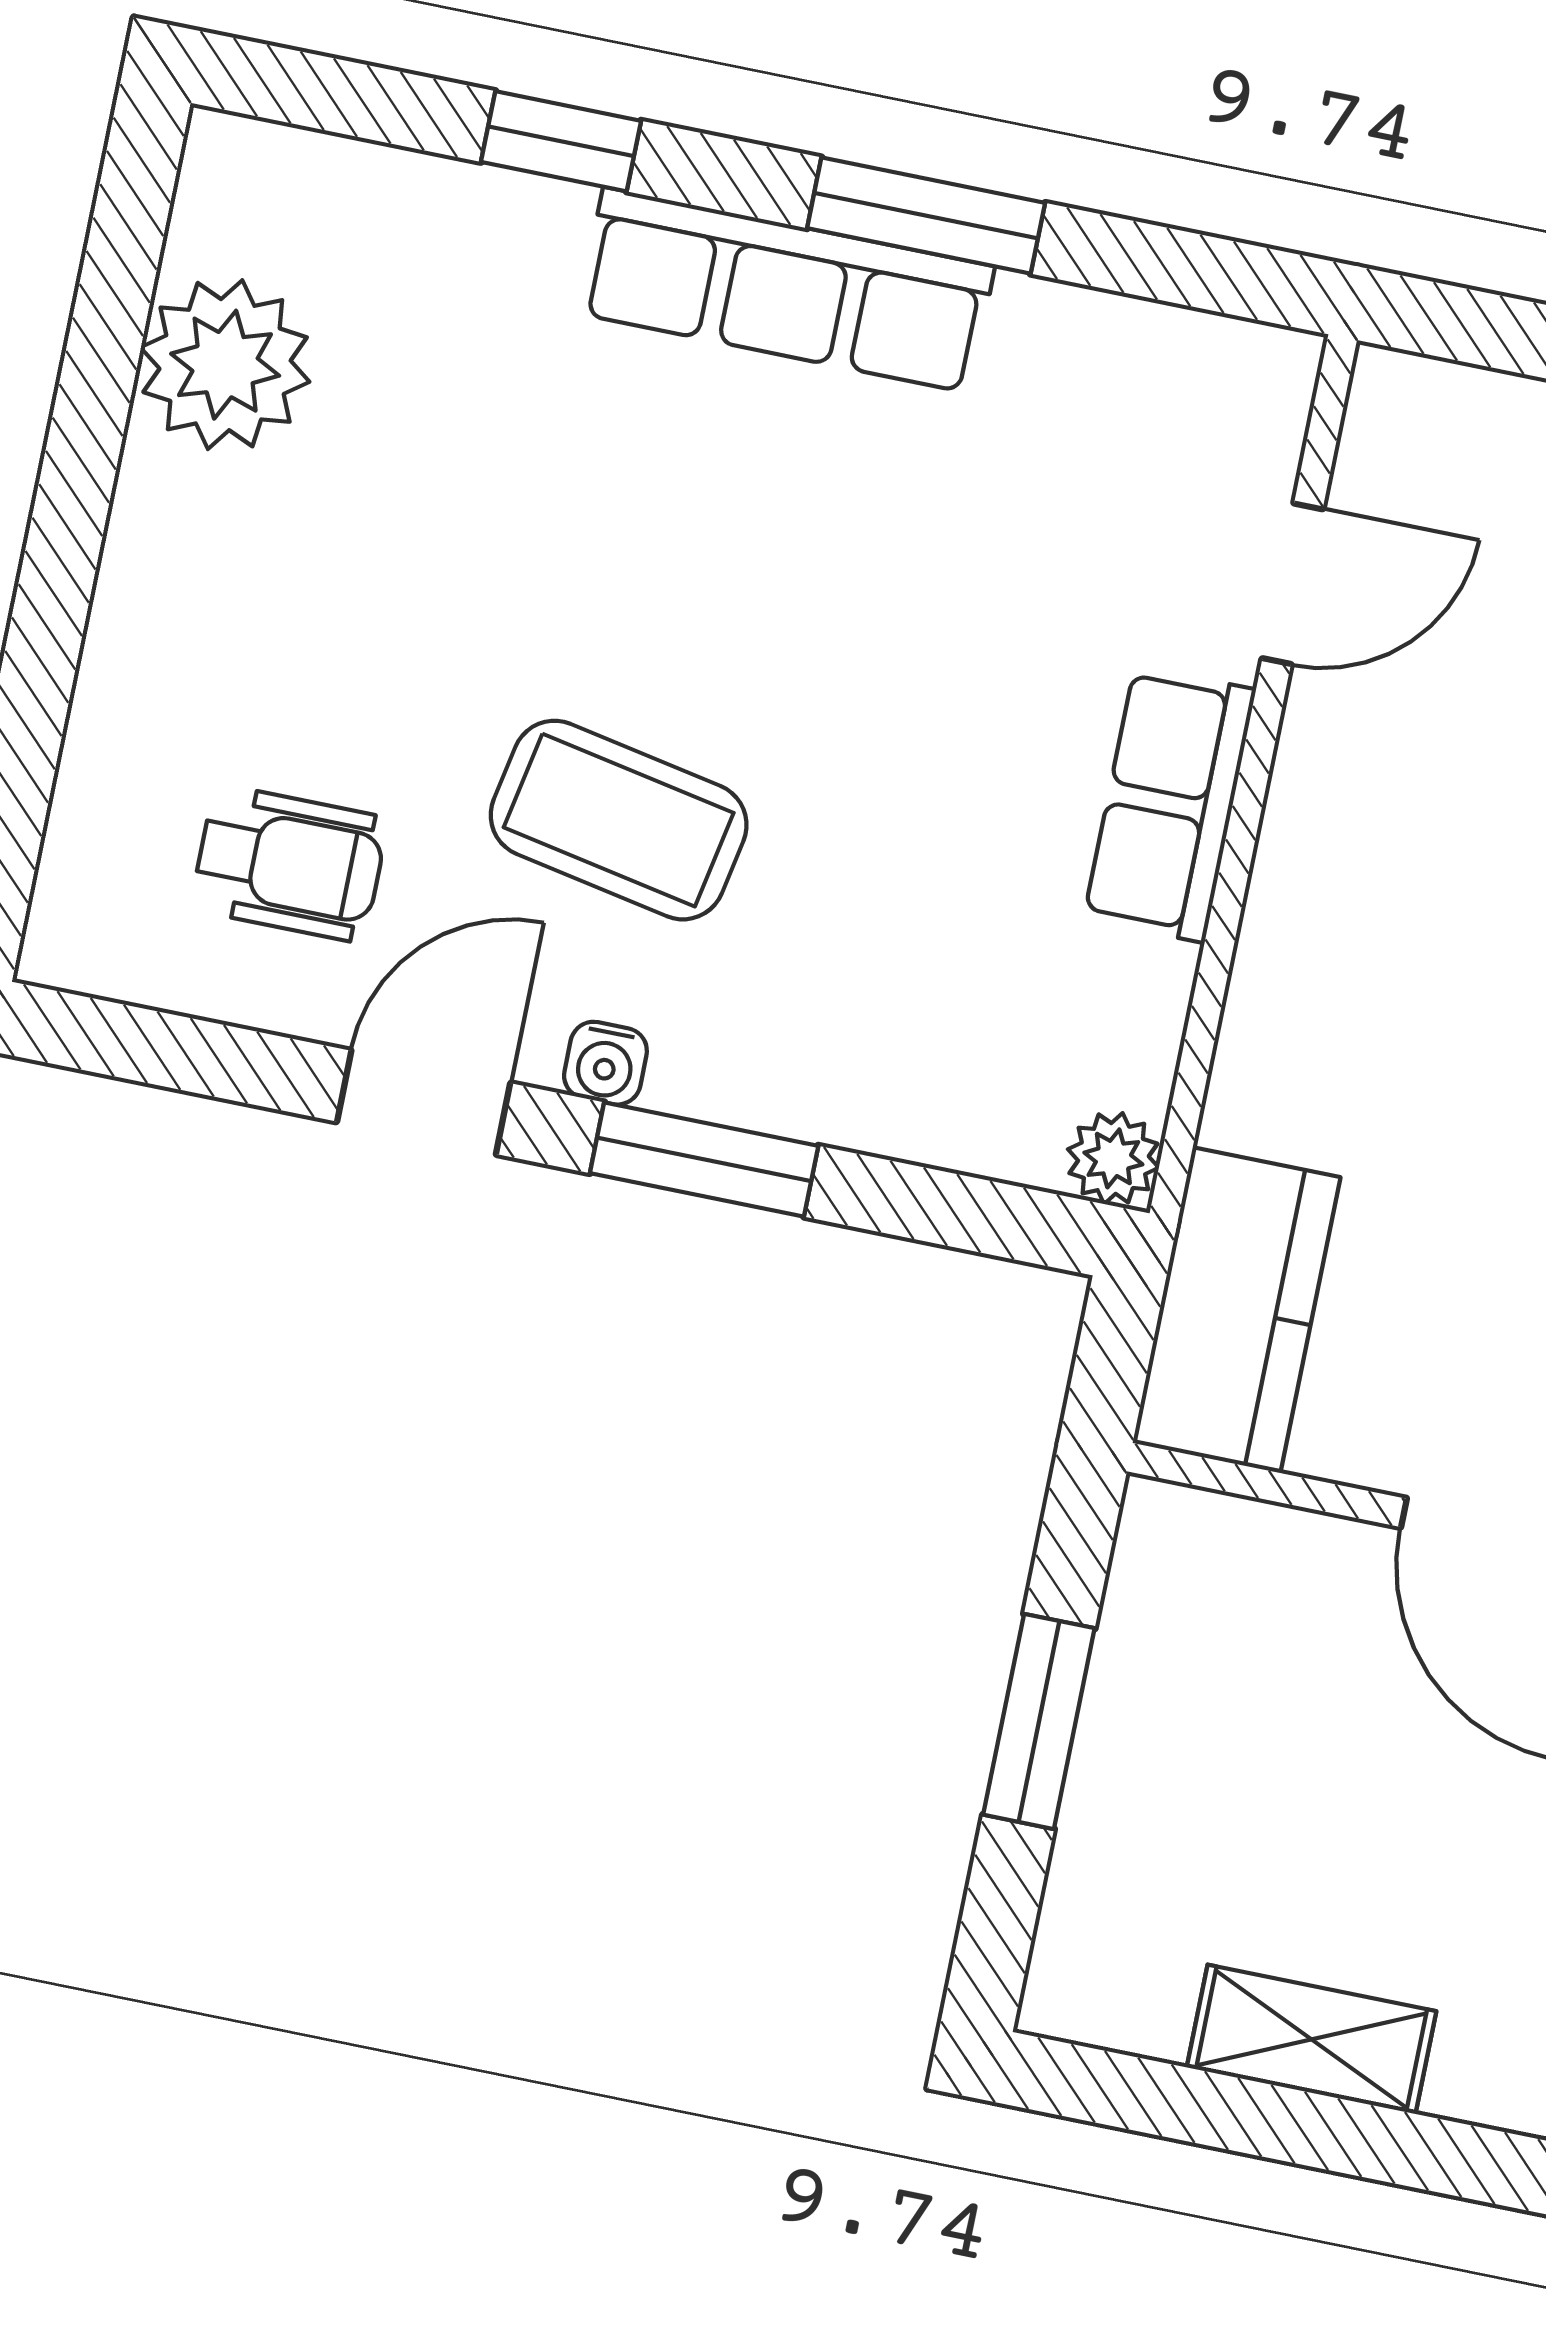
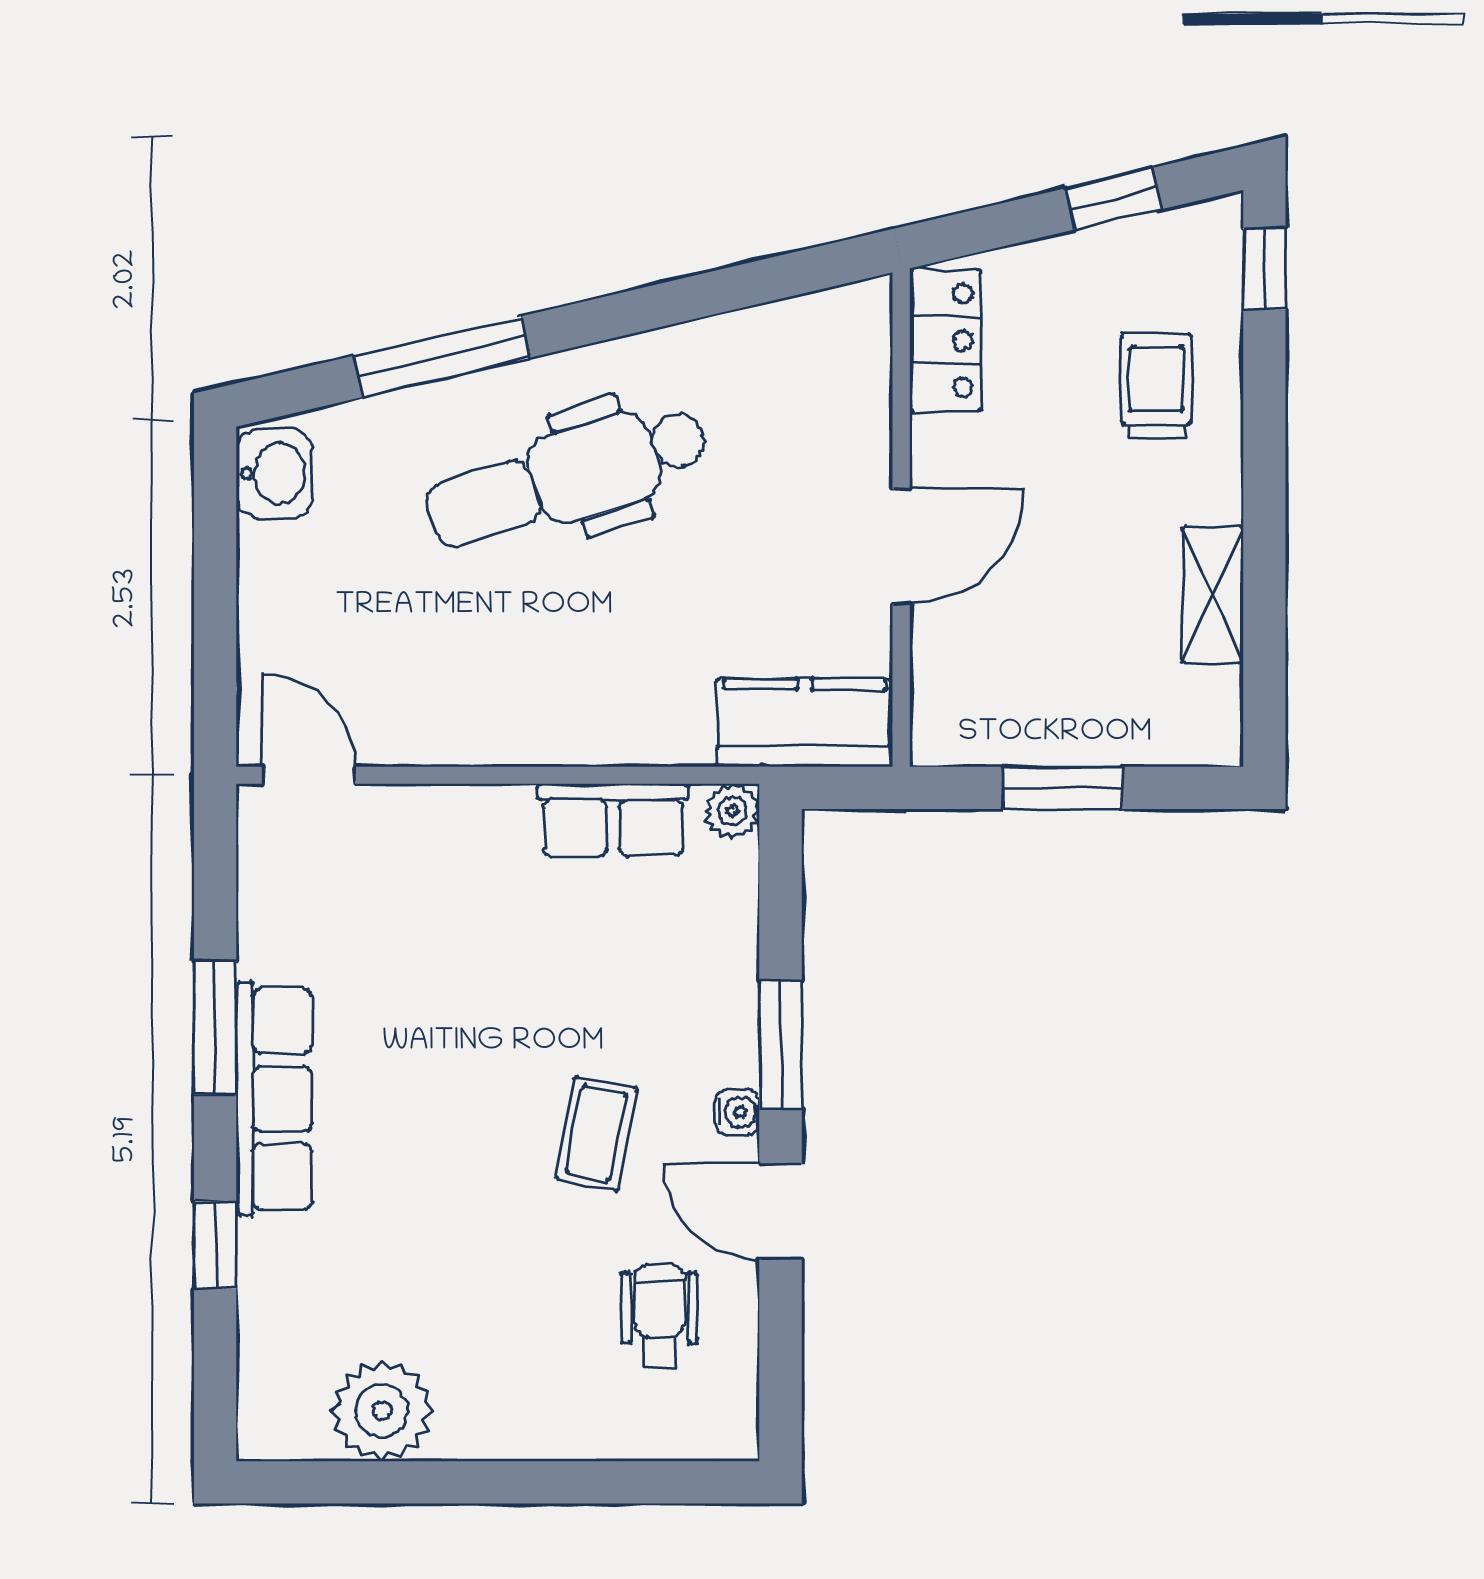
door: (1293, 584) -> (308, 775), moved
row of seats: (1170, 804) -> (613, 820), moved
coffee table: (619, 820) -> (596, 1133), width x0.73, depth x0.77

